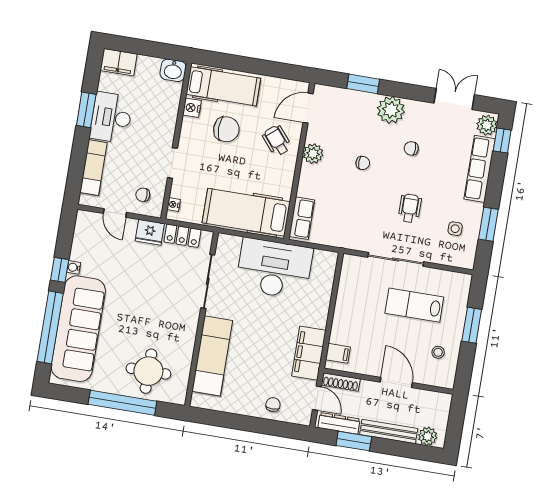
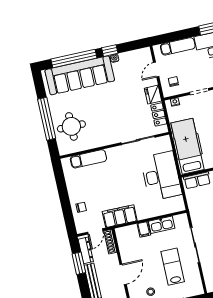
kitchen sink: (346, 297) -> (162, 225), added
filing cabinet: (338, 353) -> (144, 229), moved
exam couch: (212, 356) -> (88, 159), width x0.73, depth x0.69

